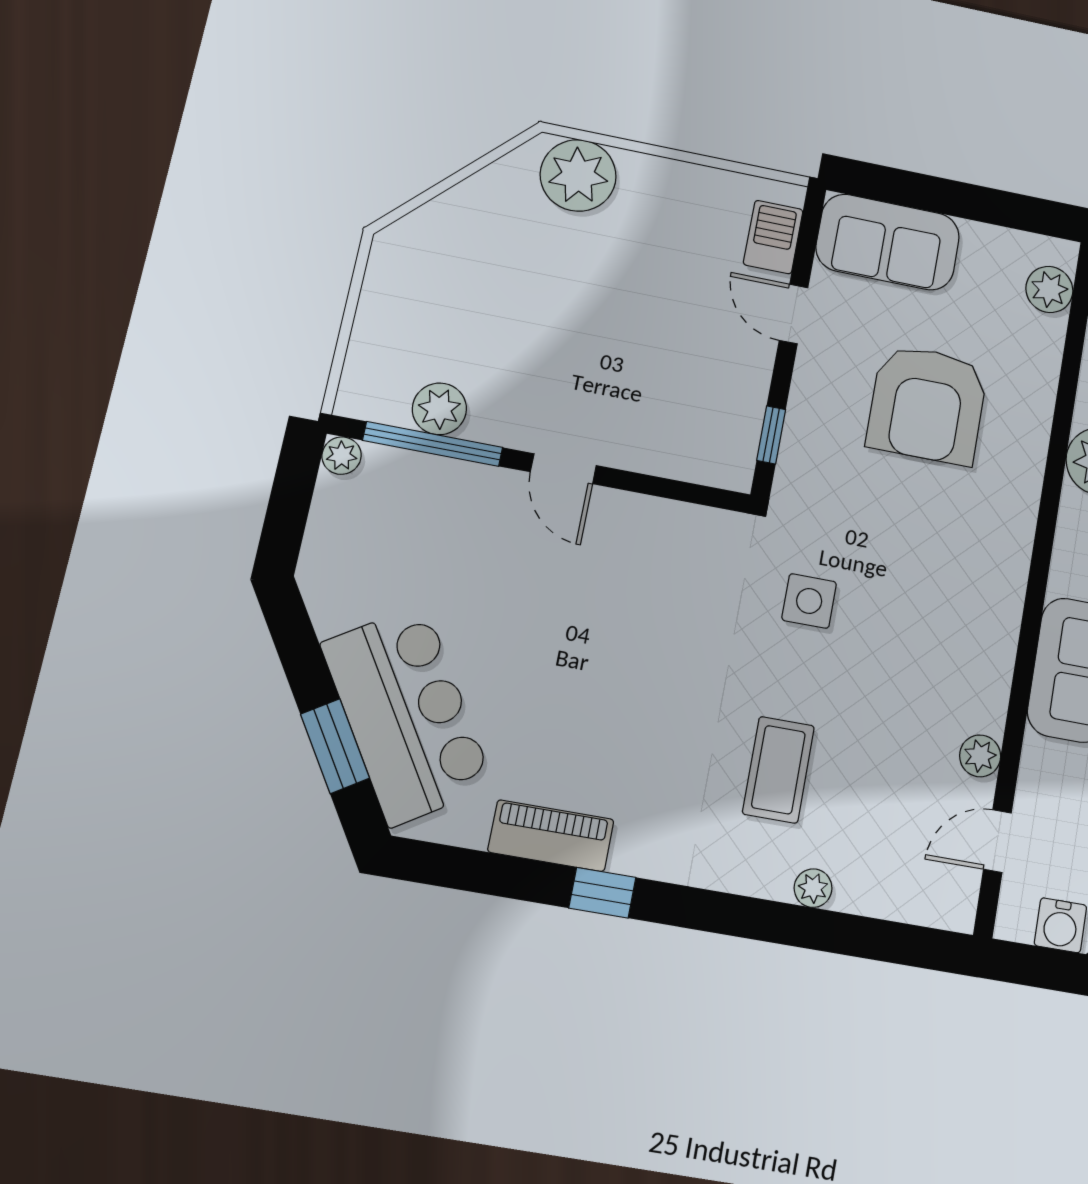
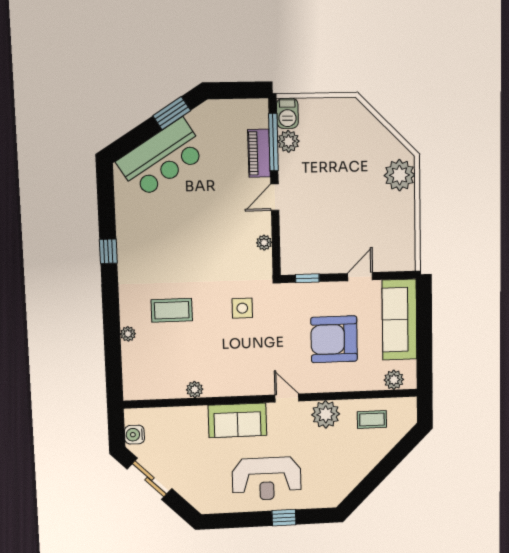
barbecue: (773, 237) -> (287, 113), moved, turned 90
sofa: (888, 242) -> (399, 320), width x1.36
plant: (342, 456) -> (264, 243), moved
window: (335, 746) -> (172, 113), moved
piano: (551, 836) -> (259, 153), moved, turned 180
door: (997, 841) -> (287, 398), moved

